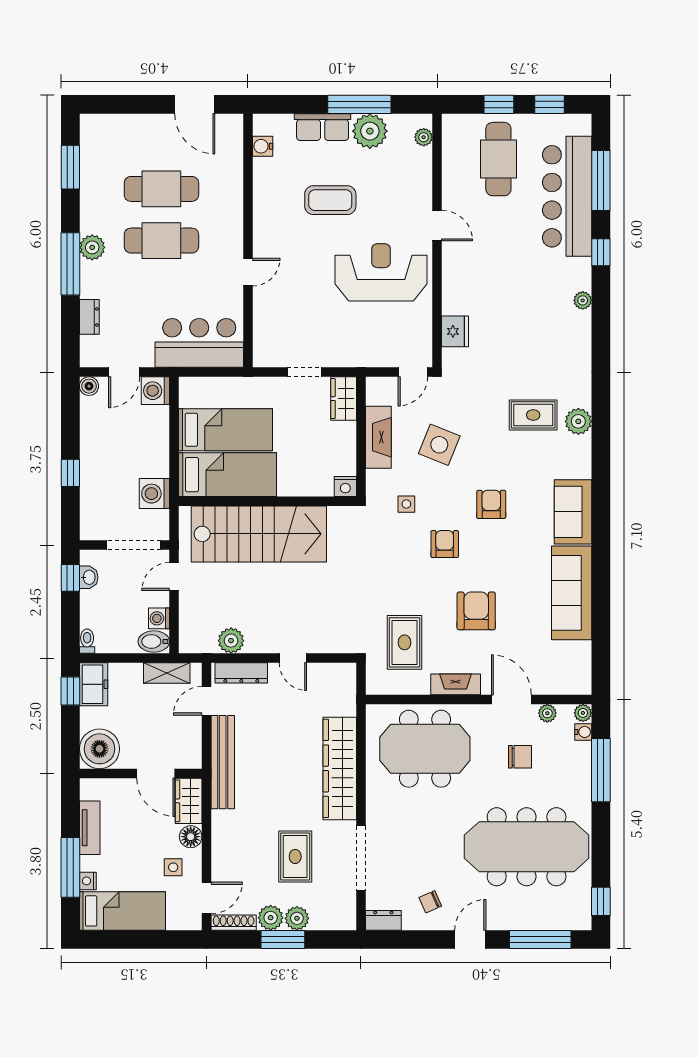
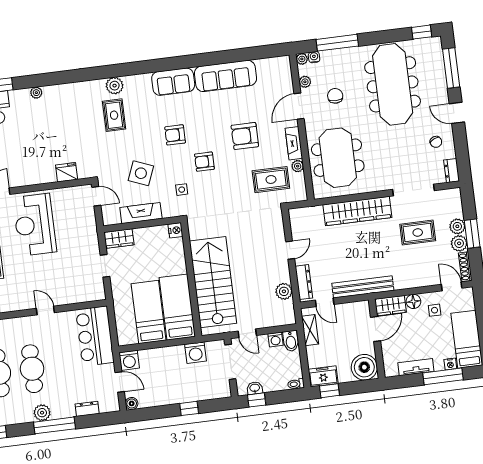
plant: (420, 686) -> (298, 166), added

